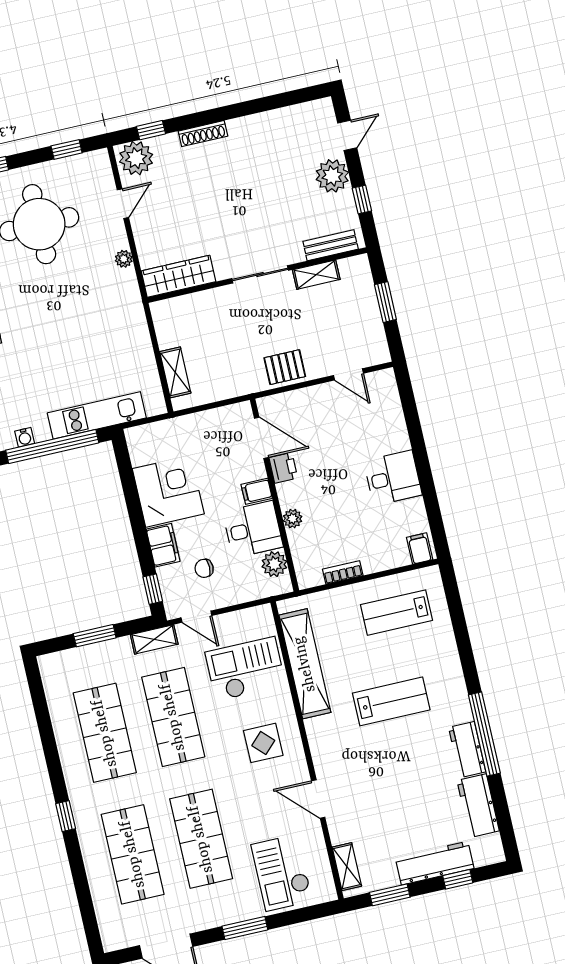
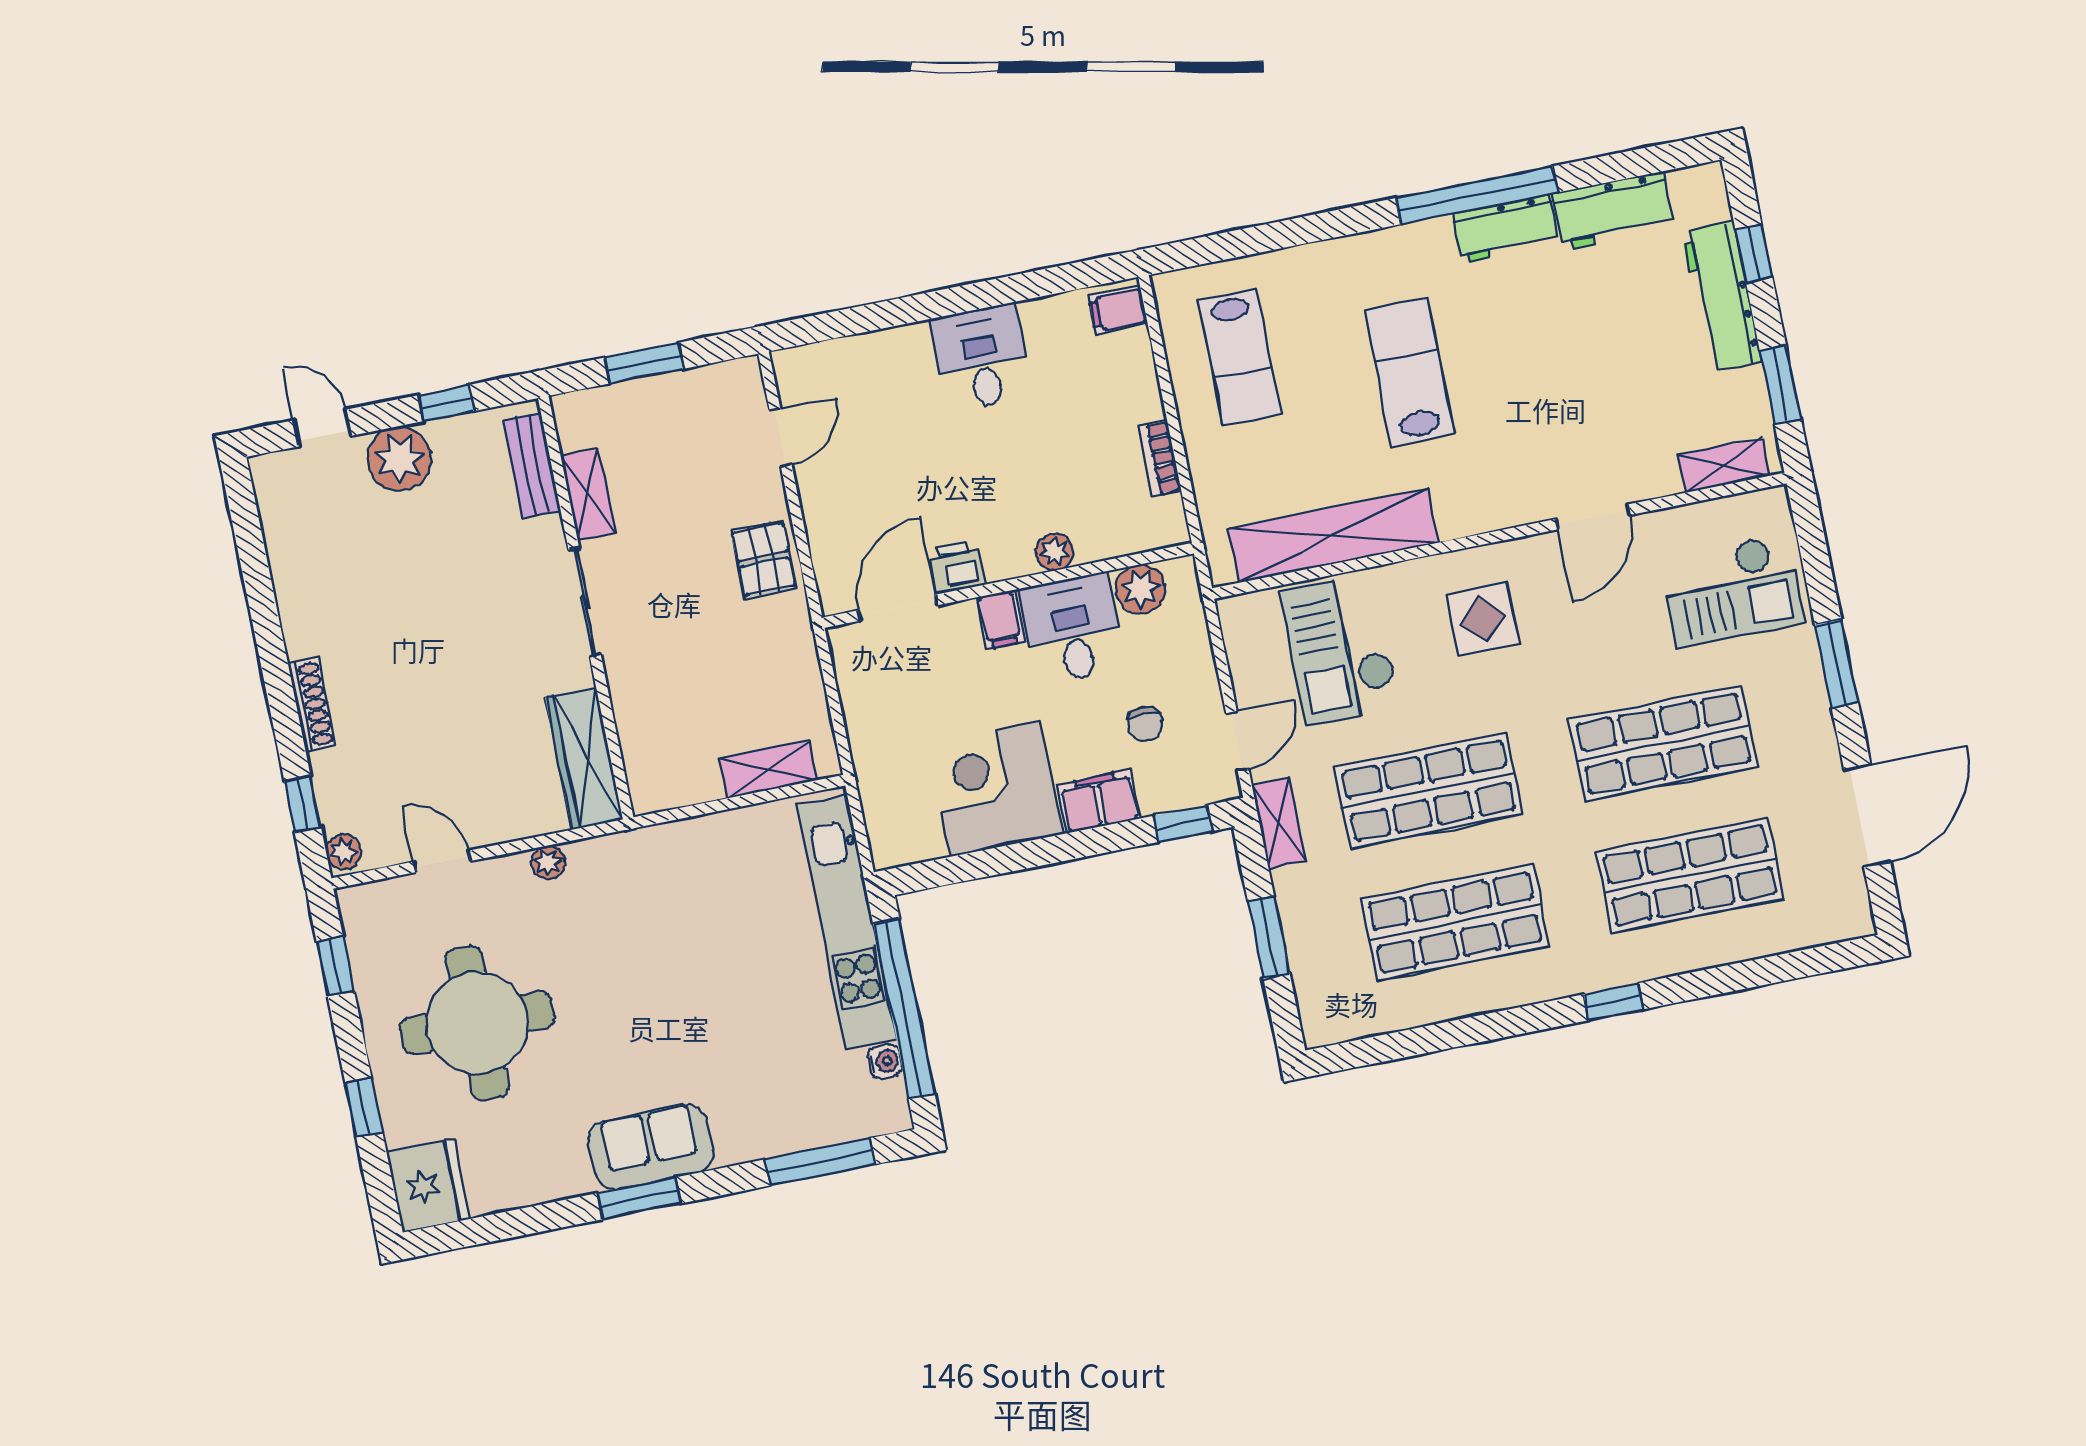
plant: (136, 158) -> (344, 852), width x0.53, depth x0.53
kitchen unit: (97, 415) -> (847, 922), width x1.36

